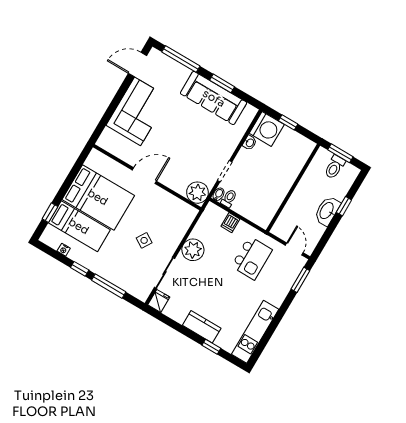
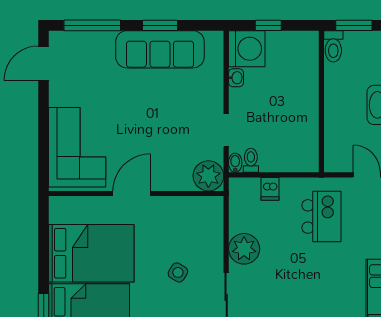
corner sofa: (137, 111) -> (77, 147), moved
toilet: (335, 167) -> (333, 46), moved

